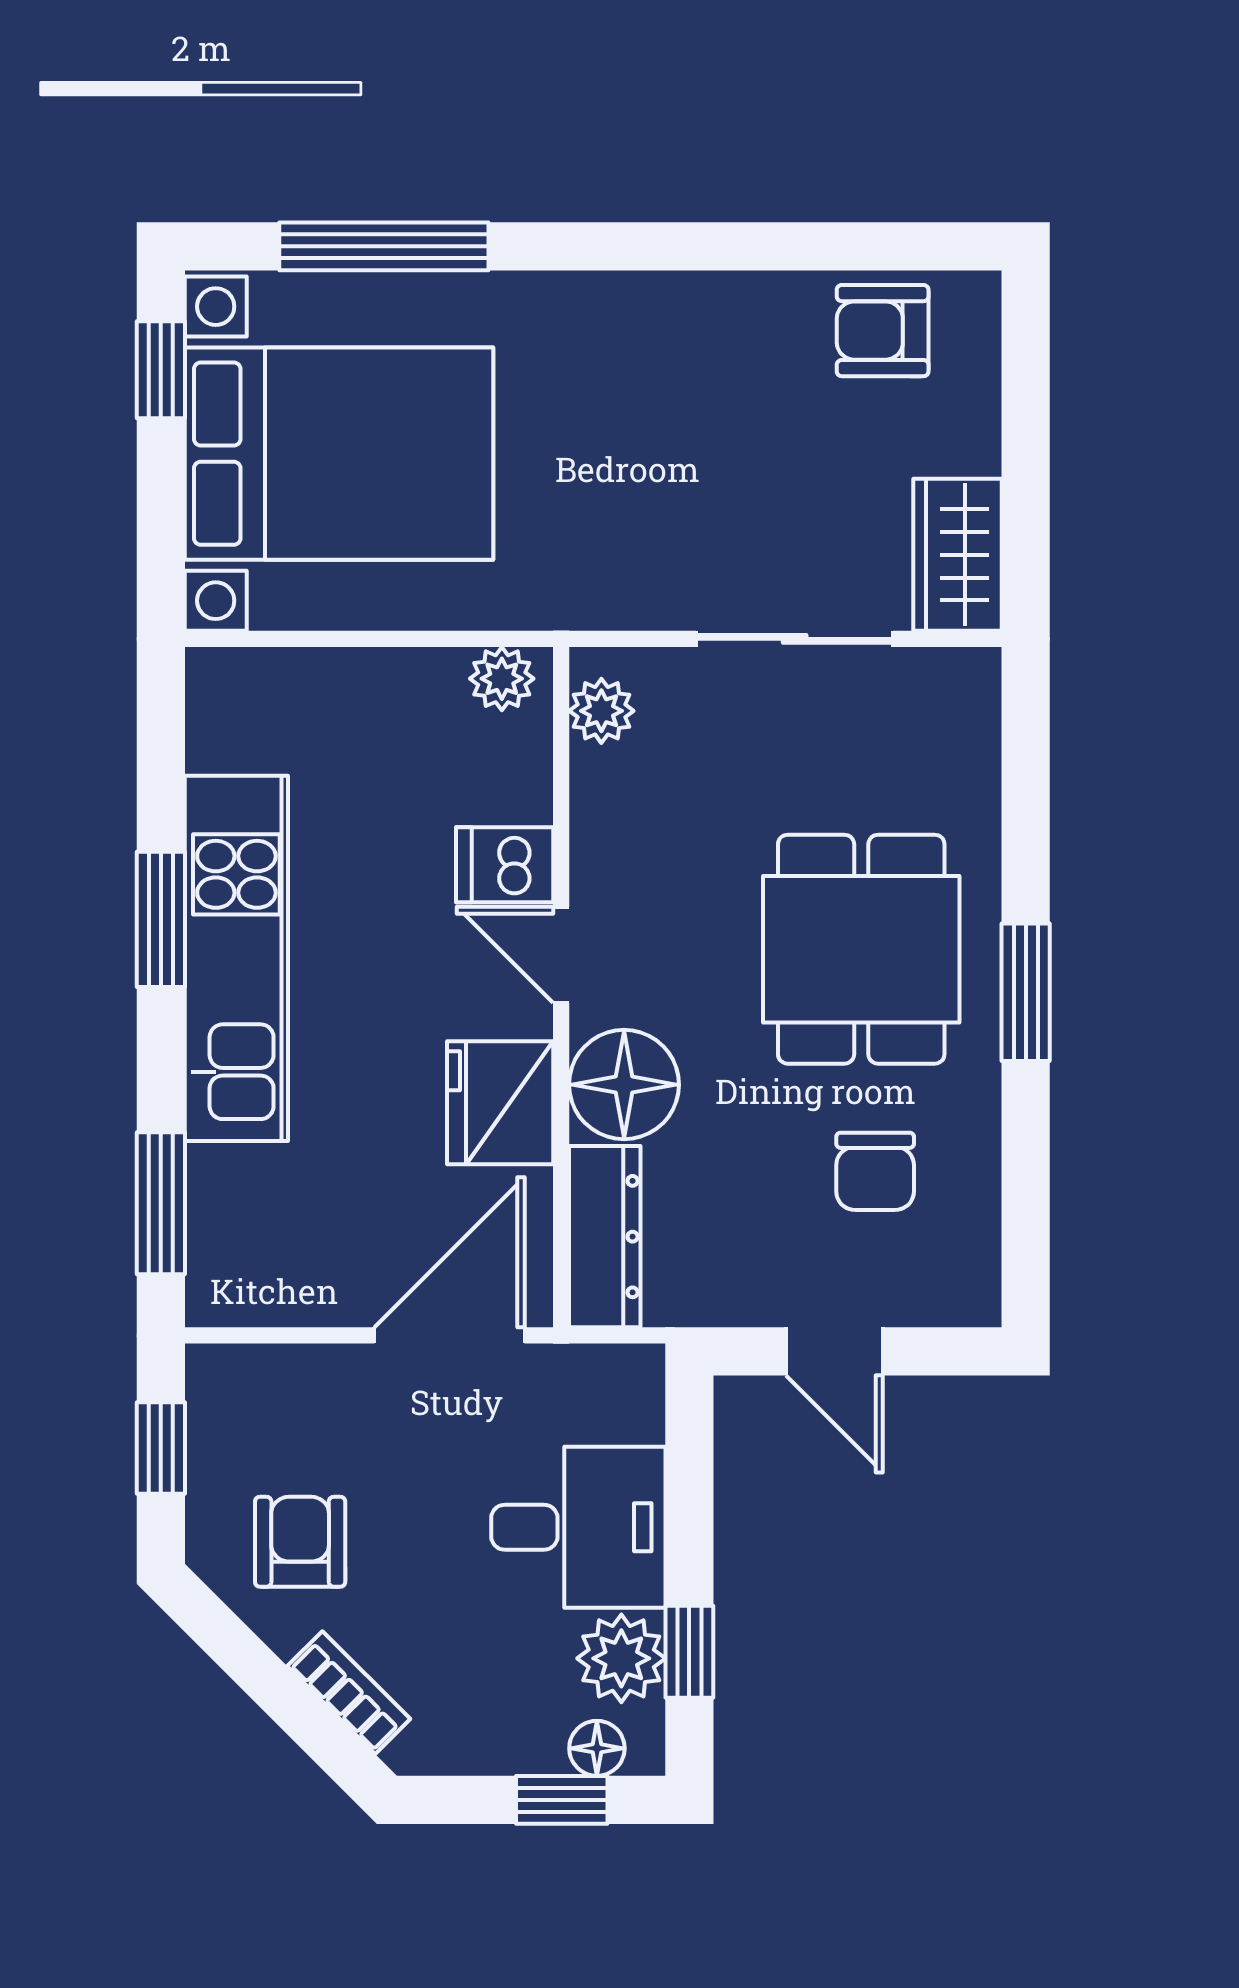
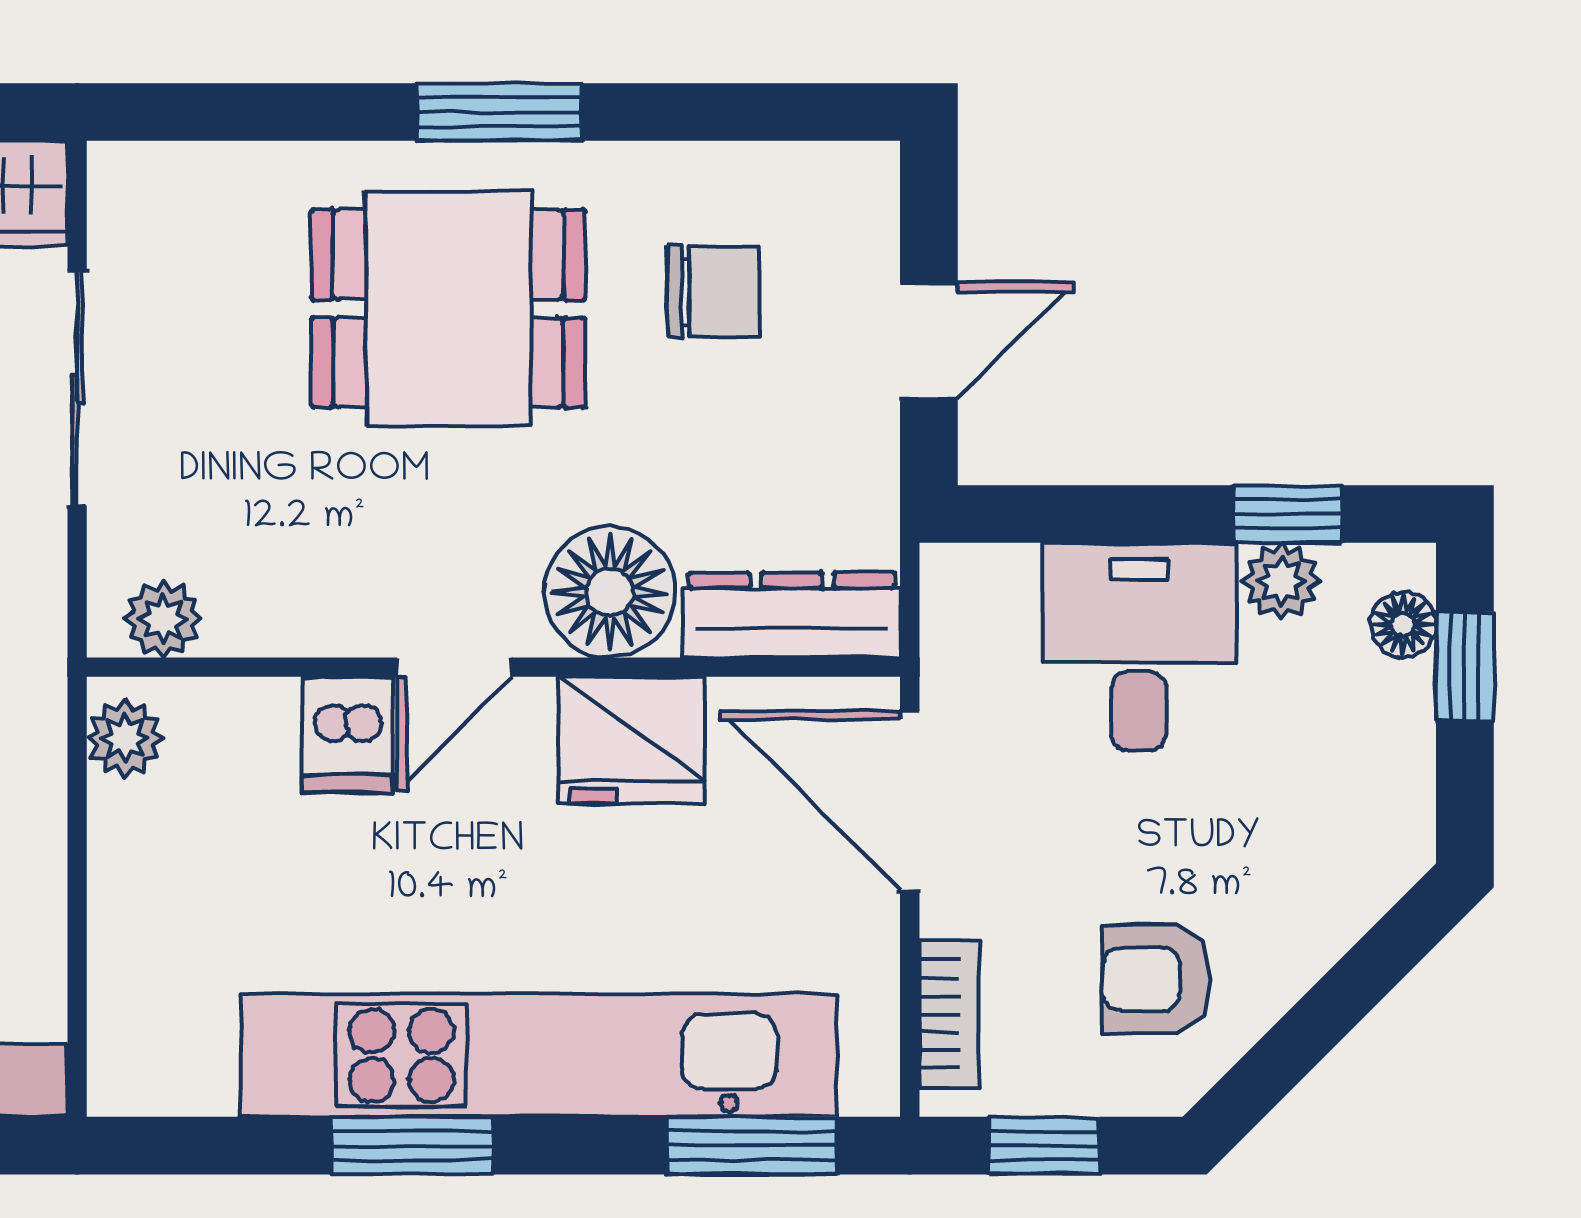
kitchen unit: (236, 958) -> (539, 1055), width x1.36
plant: (621, 1658) -> (1281, 581), width x0.73, depth x0.73
bookcase: (349, 1693) -> (949, 1014), moved, turned 135

